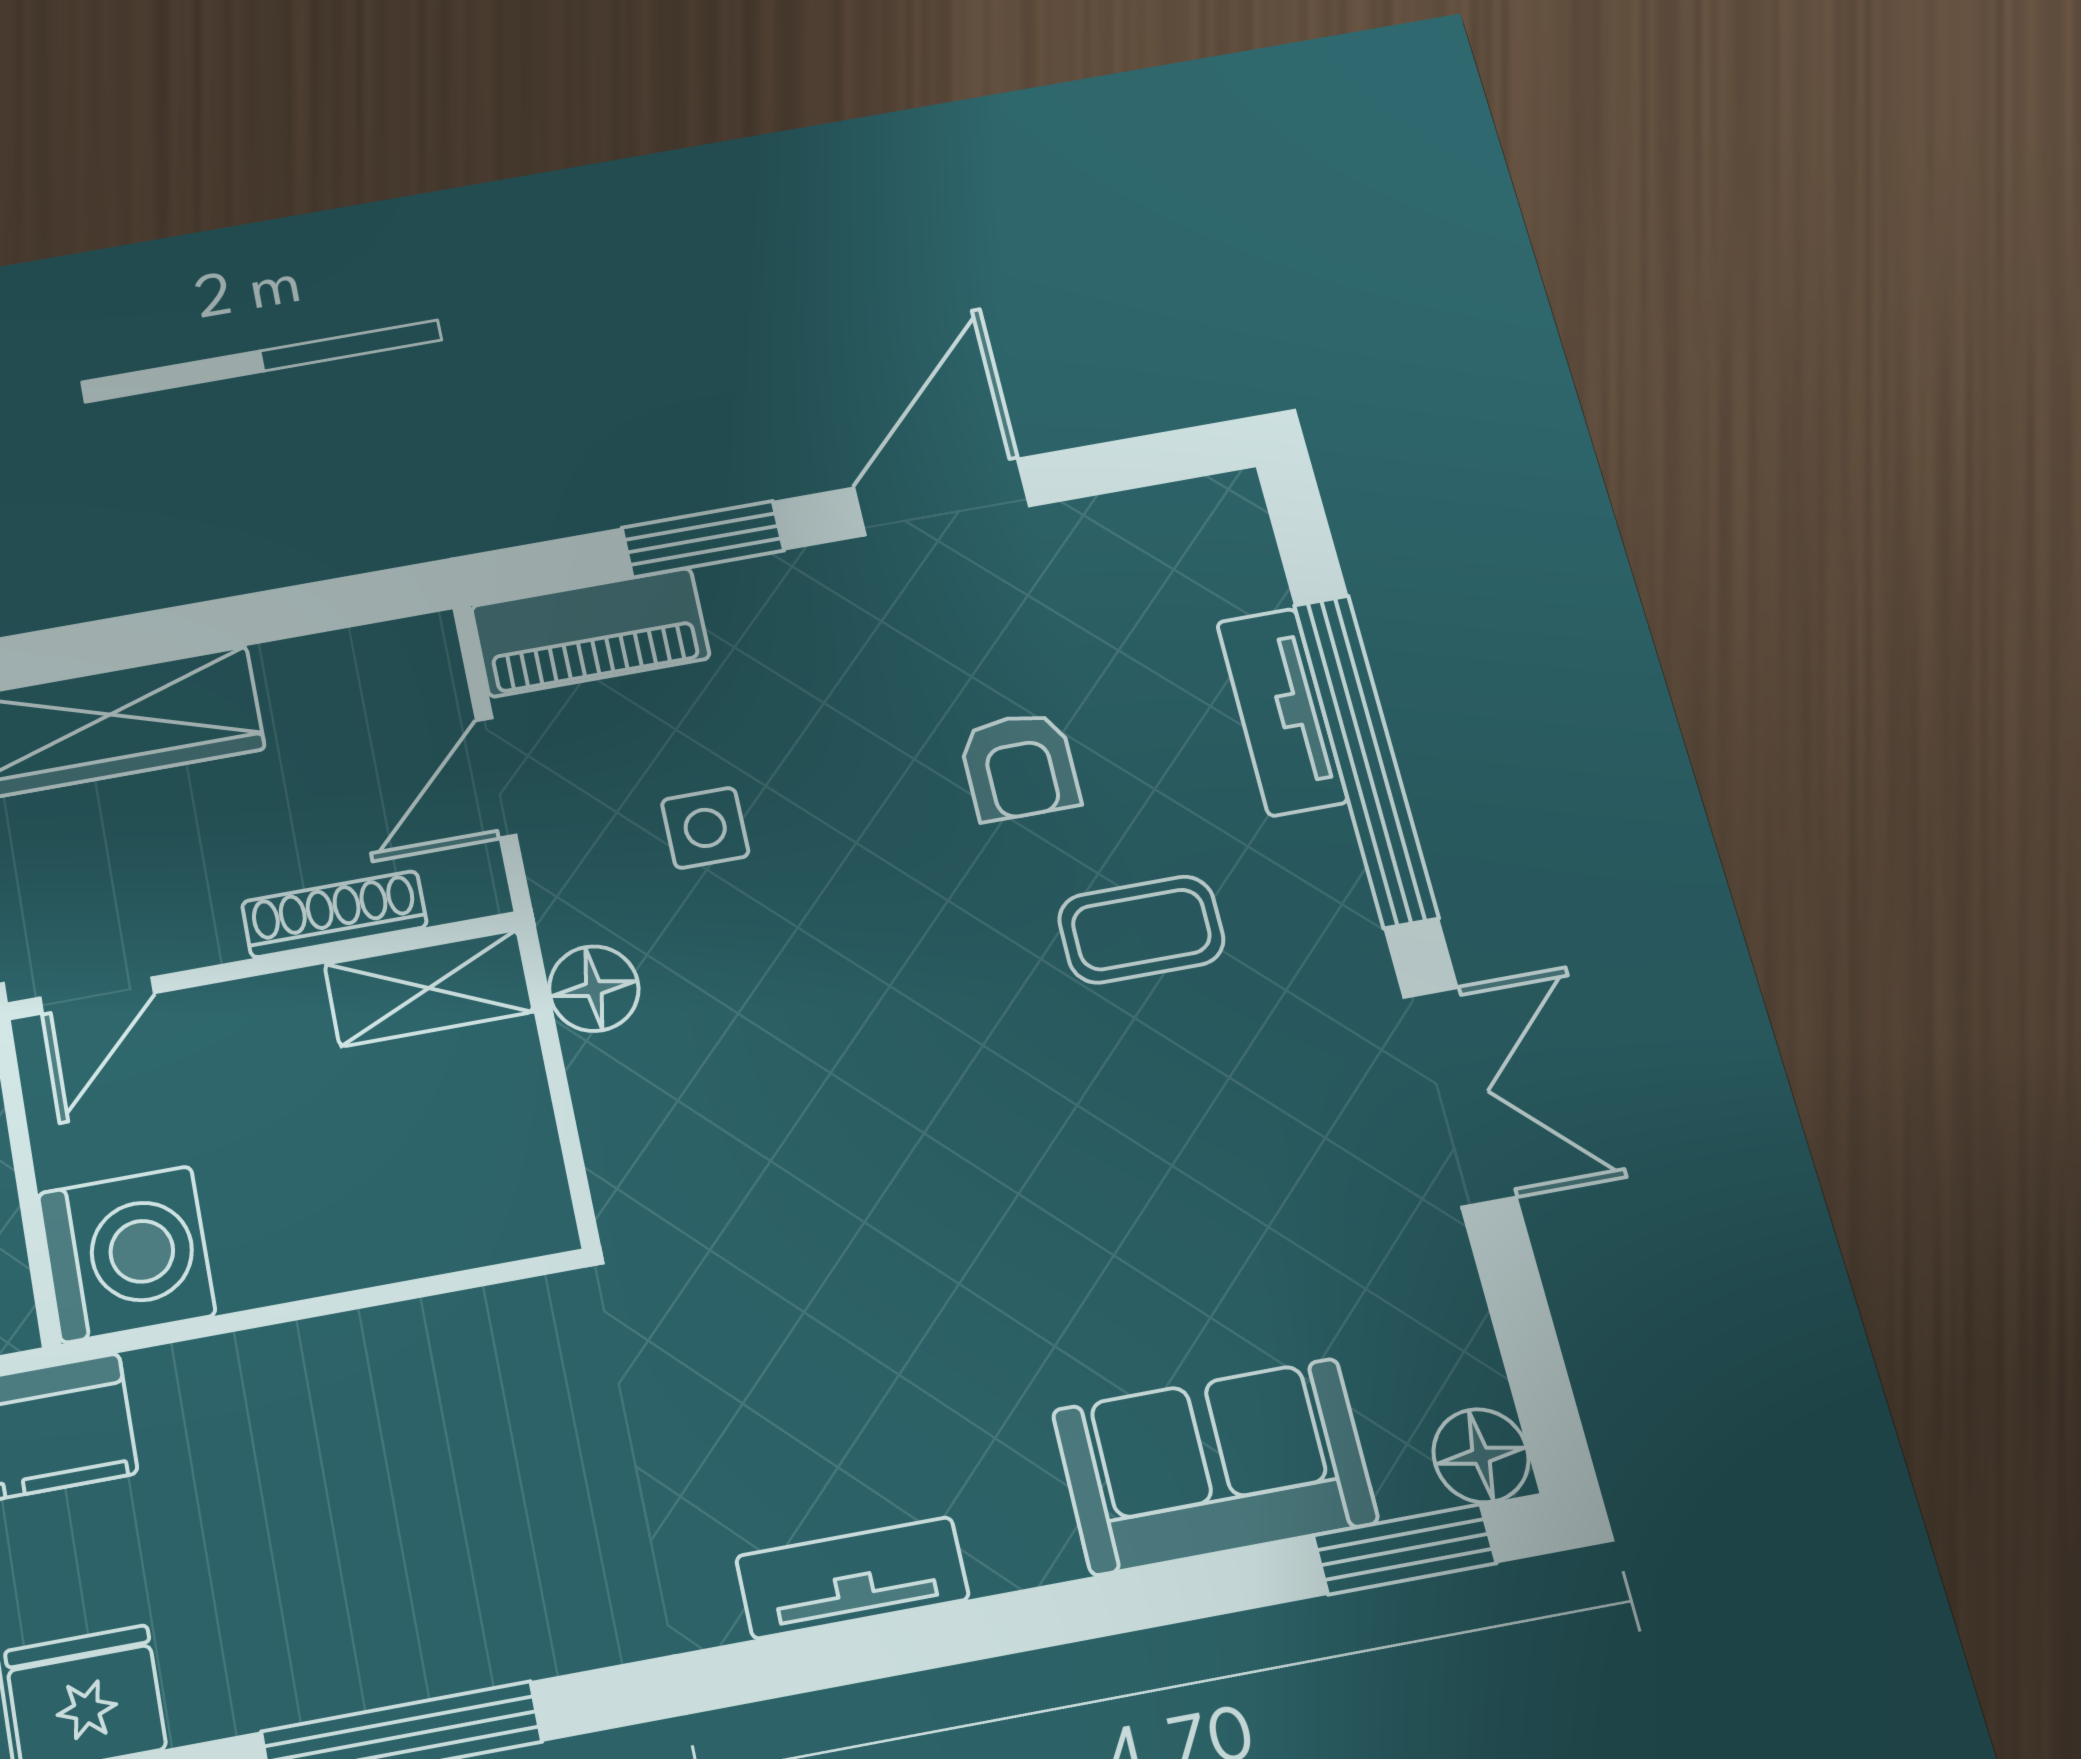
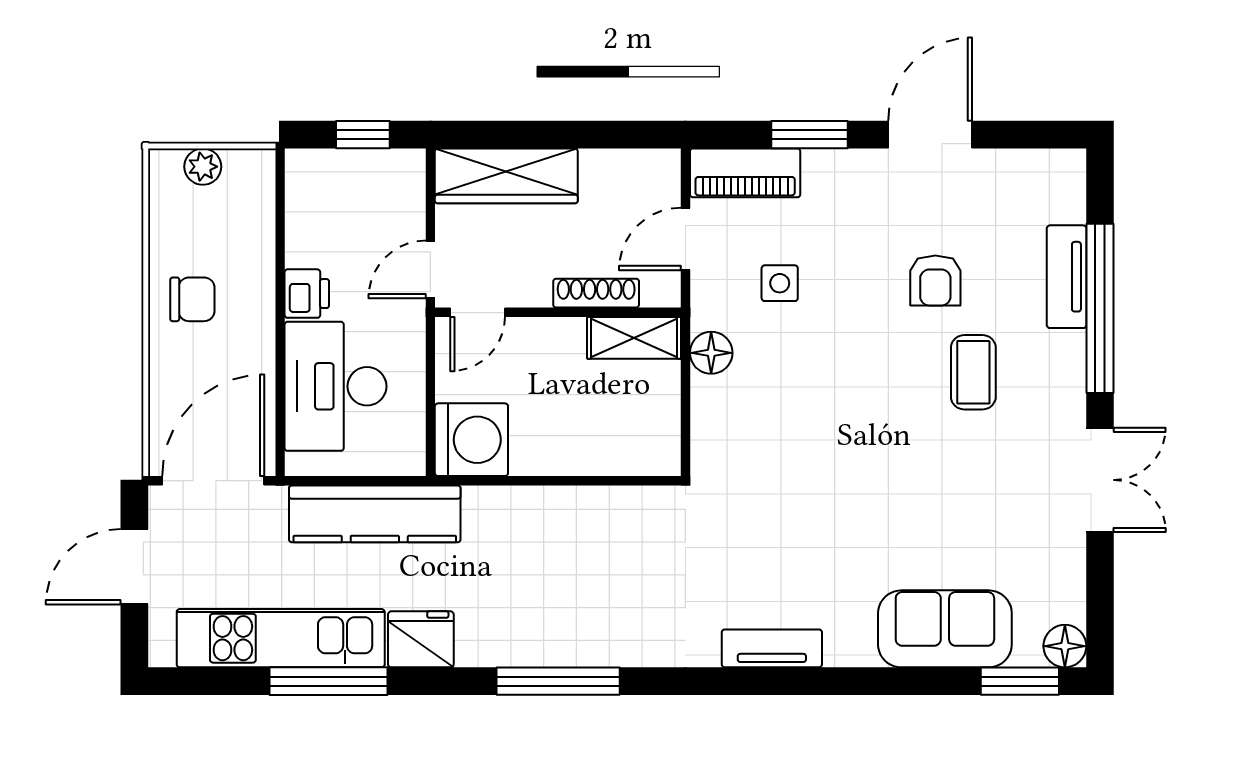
coffee table: (1141, 930) -> (973, 372), turned 90

